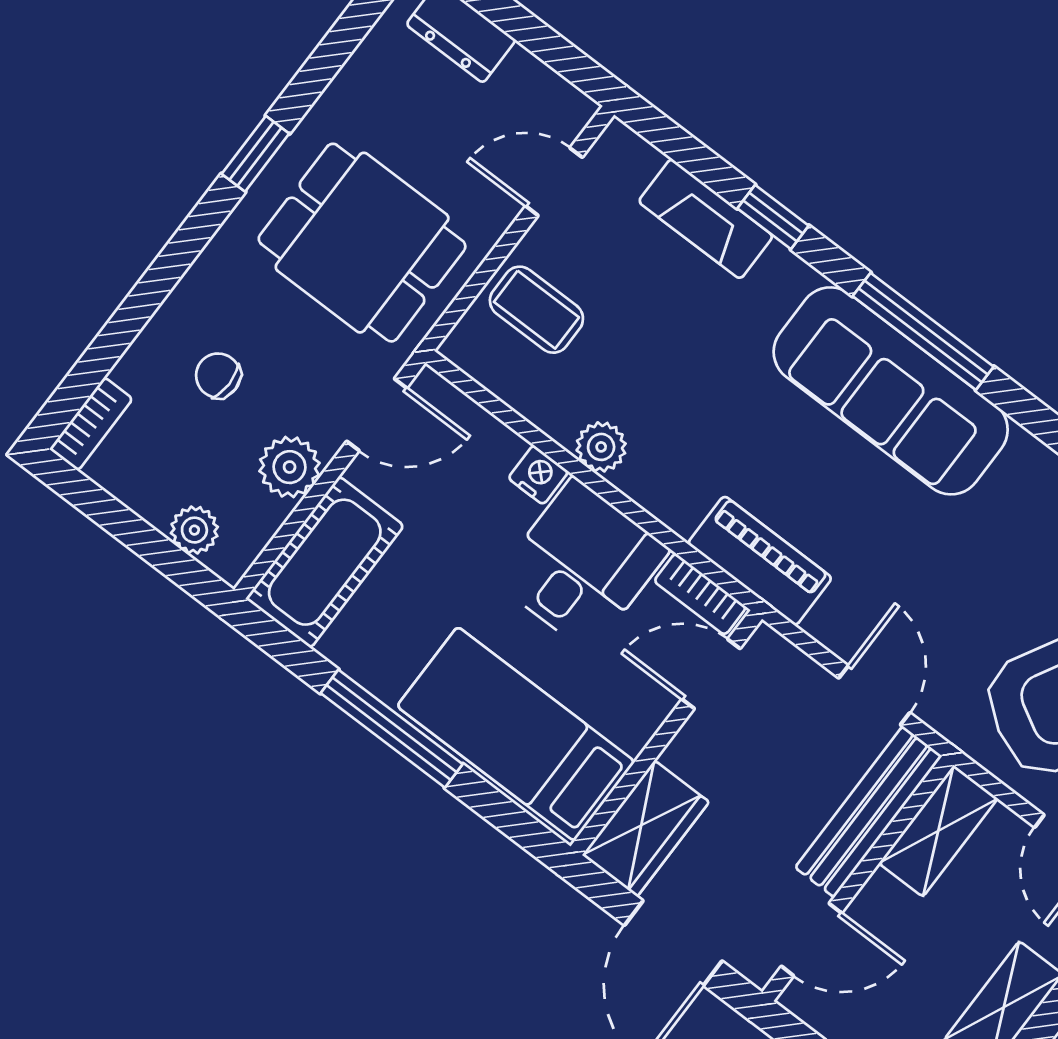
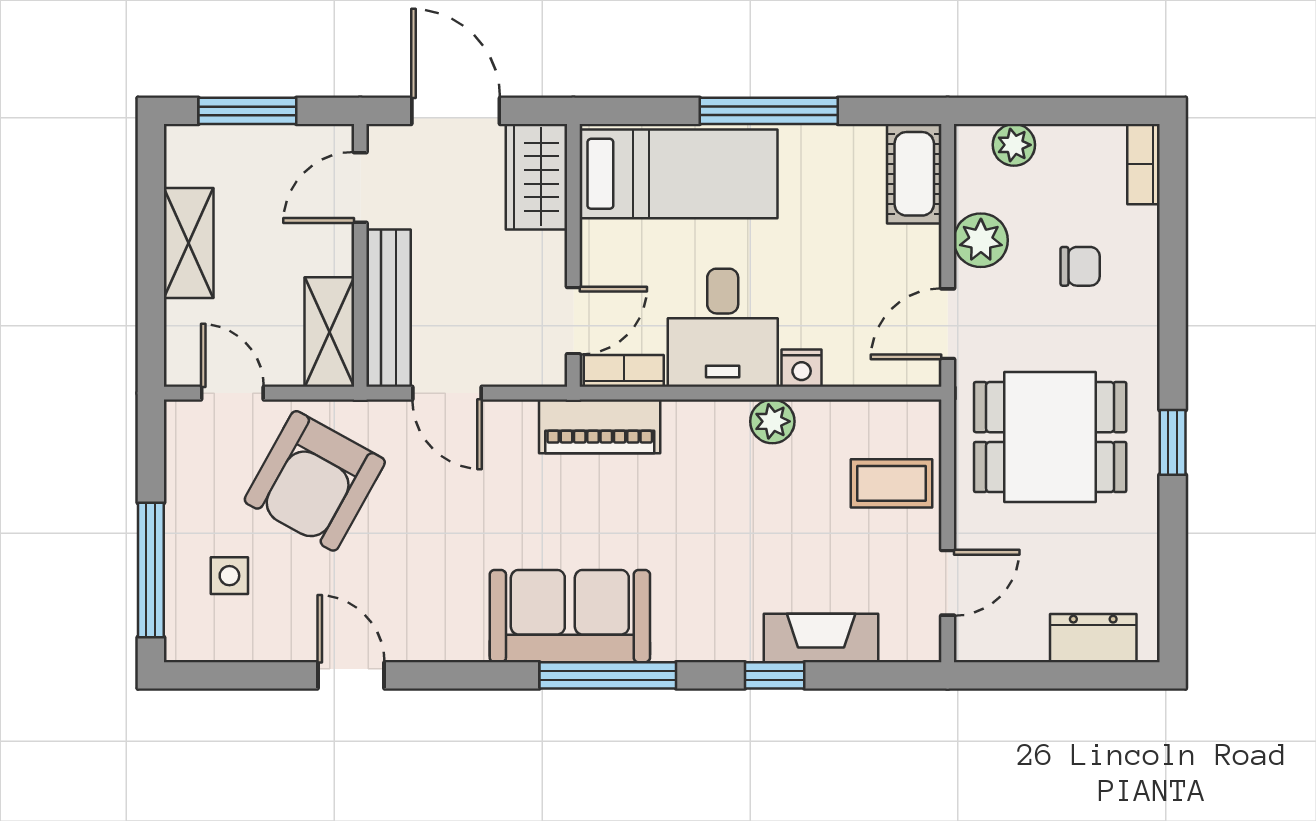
sofa: (891, 391) -> (570, 616), width x0.73
cot: (325, 562) -> (914, 174), width x0.73, depth x0.75

